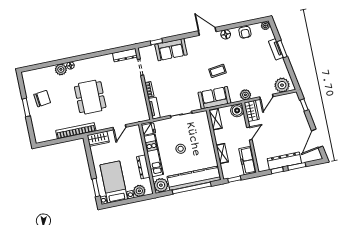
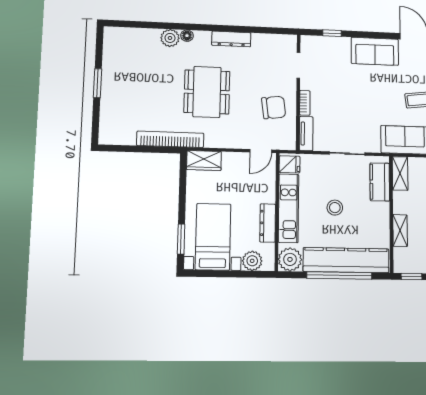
sofa: (171, 50) -> (375, 51), moved
dresser: (125, 55) -> (231, 39), moved
chair: (42, 99) -> (274, 107), moved
door: (119, 127) -> (261, 151), moved
kitchen counter: (204, 127) -> (380, 182), added

